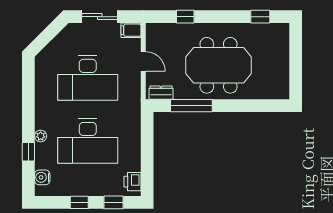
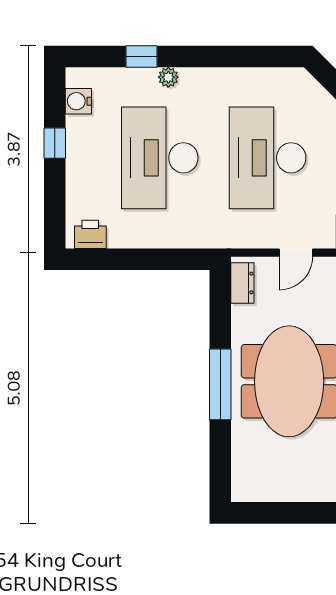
window: (191, 106) -> (220, 384), moved
water cooler: (42, 177) -> (78, 101), moved, turned -90
window: (114, 202) -> (55, 202), removed

